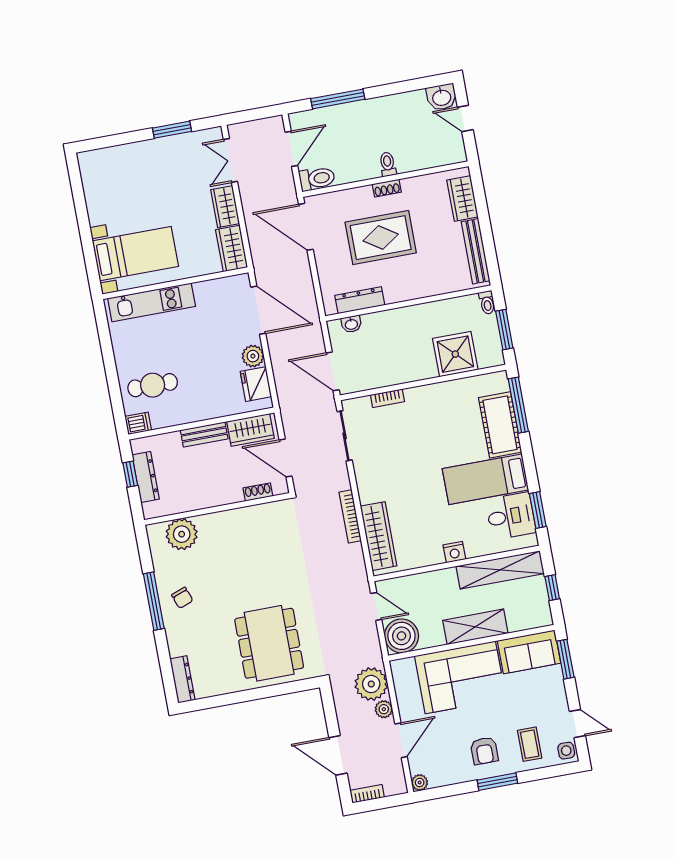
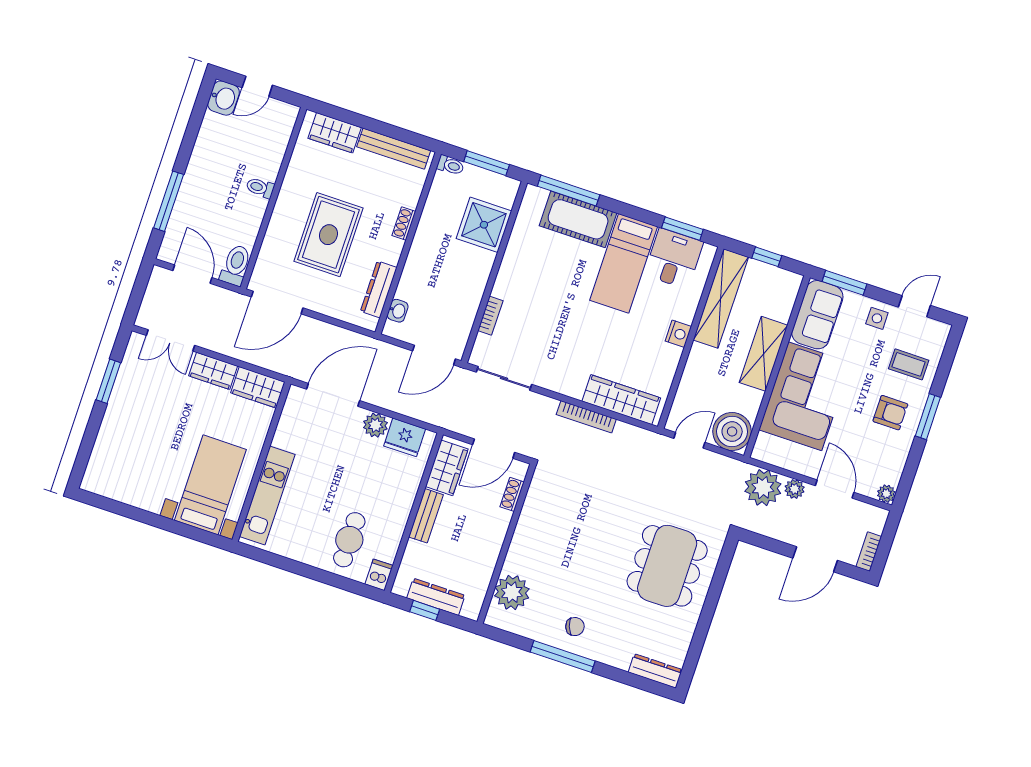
shoe rack: (387, 188) -> (404, 223), moved, turned 180
dining table: (269, 643) -> (667, 566), turned 90
side table: (566, 751) -> (877, 318), moved

